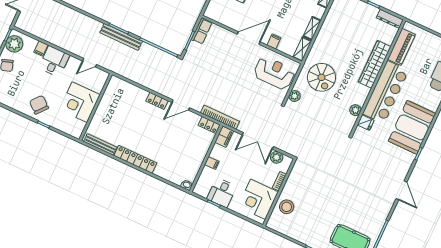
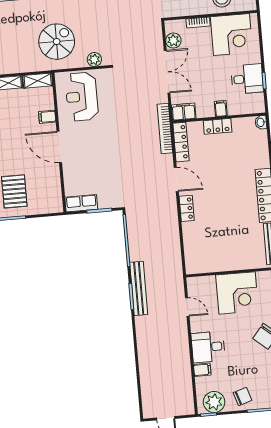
locker: (209, 125) -> (181, 142), width x1.53
locker: (201, 154) -> (218, 126), added

